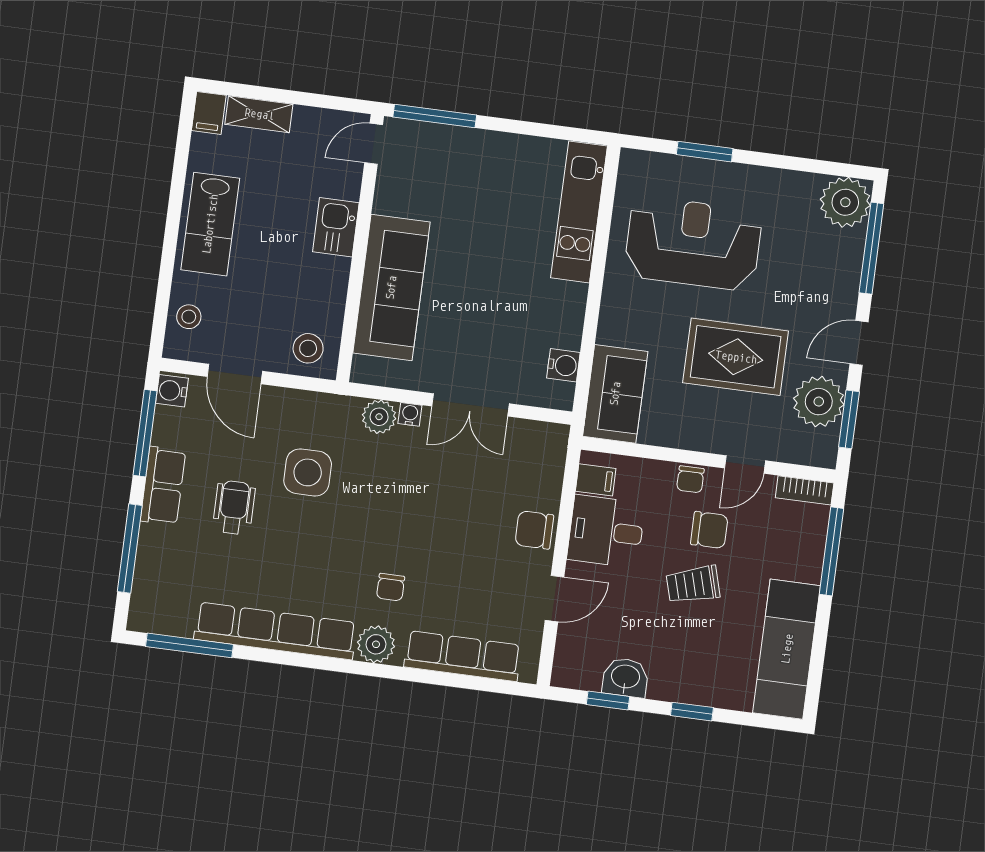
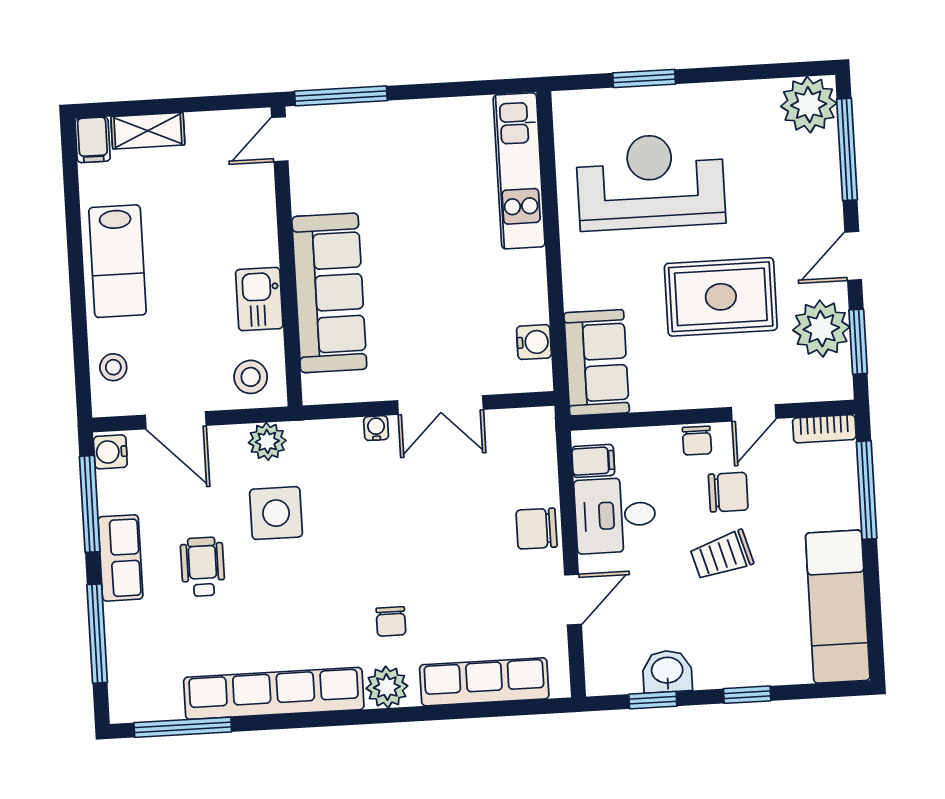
kitchen sink: (336, 227) -> (259, 299), moved
plant: (379, 417) -> (267, 441), moved

